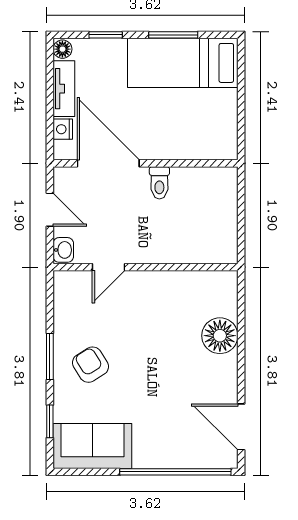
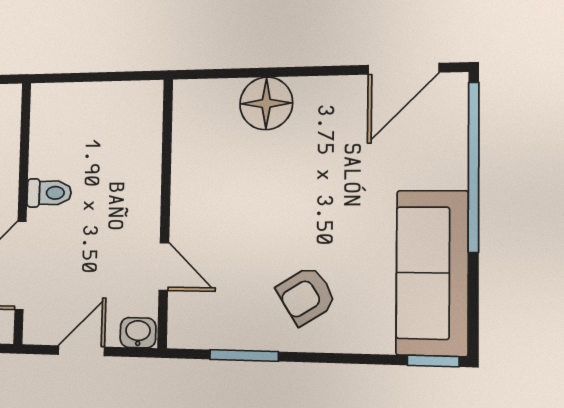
window: (50, 356) -> (244, 355), moved
window: (50, 421) -> (433, 361), moved
sofa: (92, 446) -> (432, 273), width x1.36

